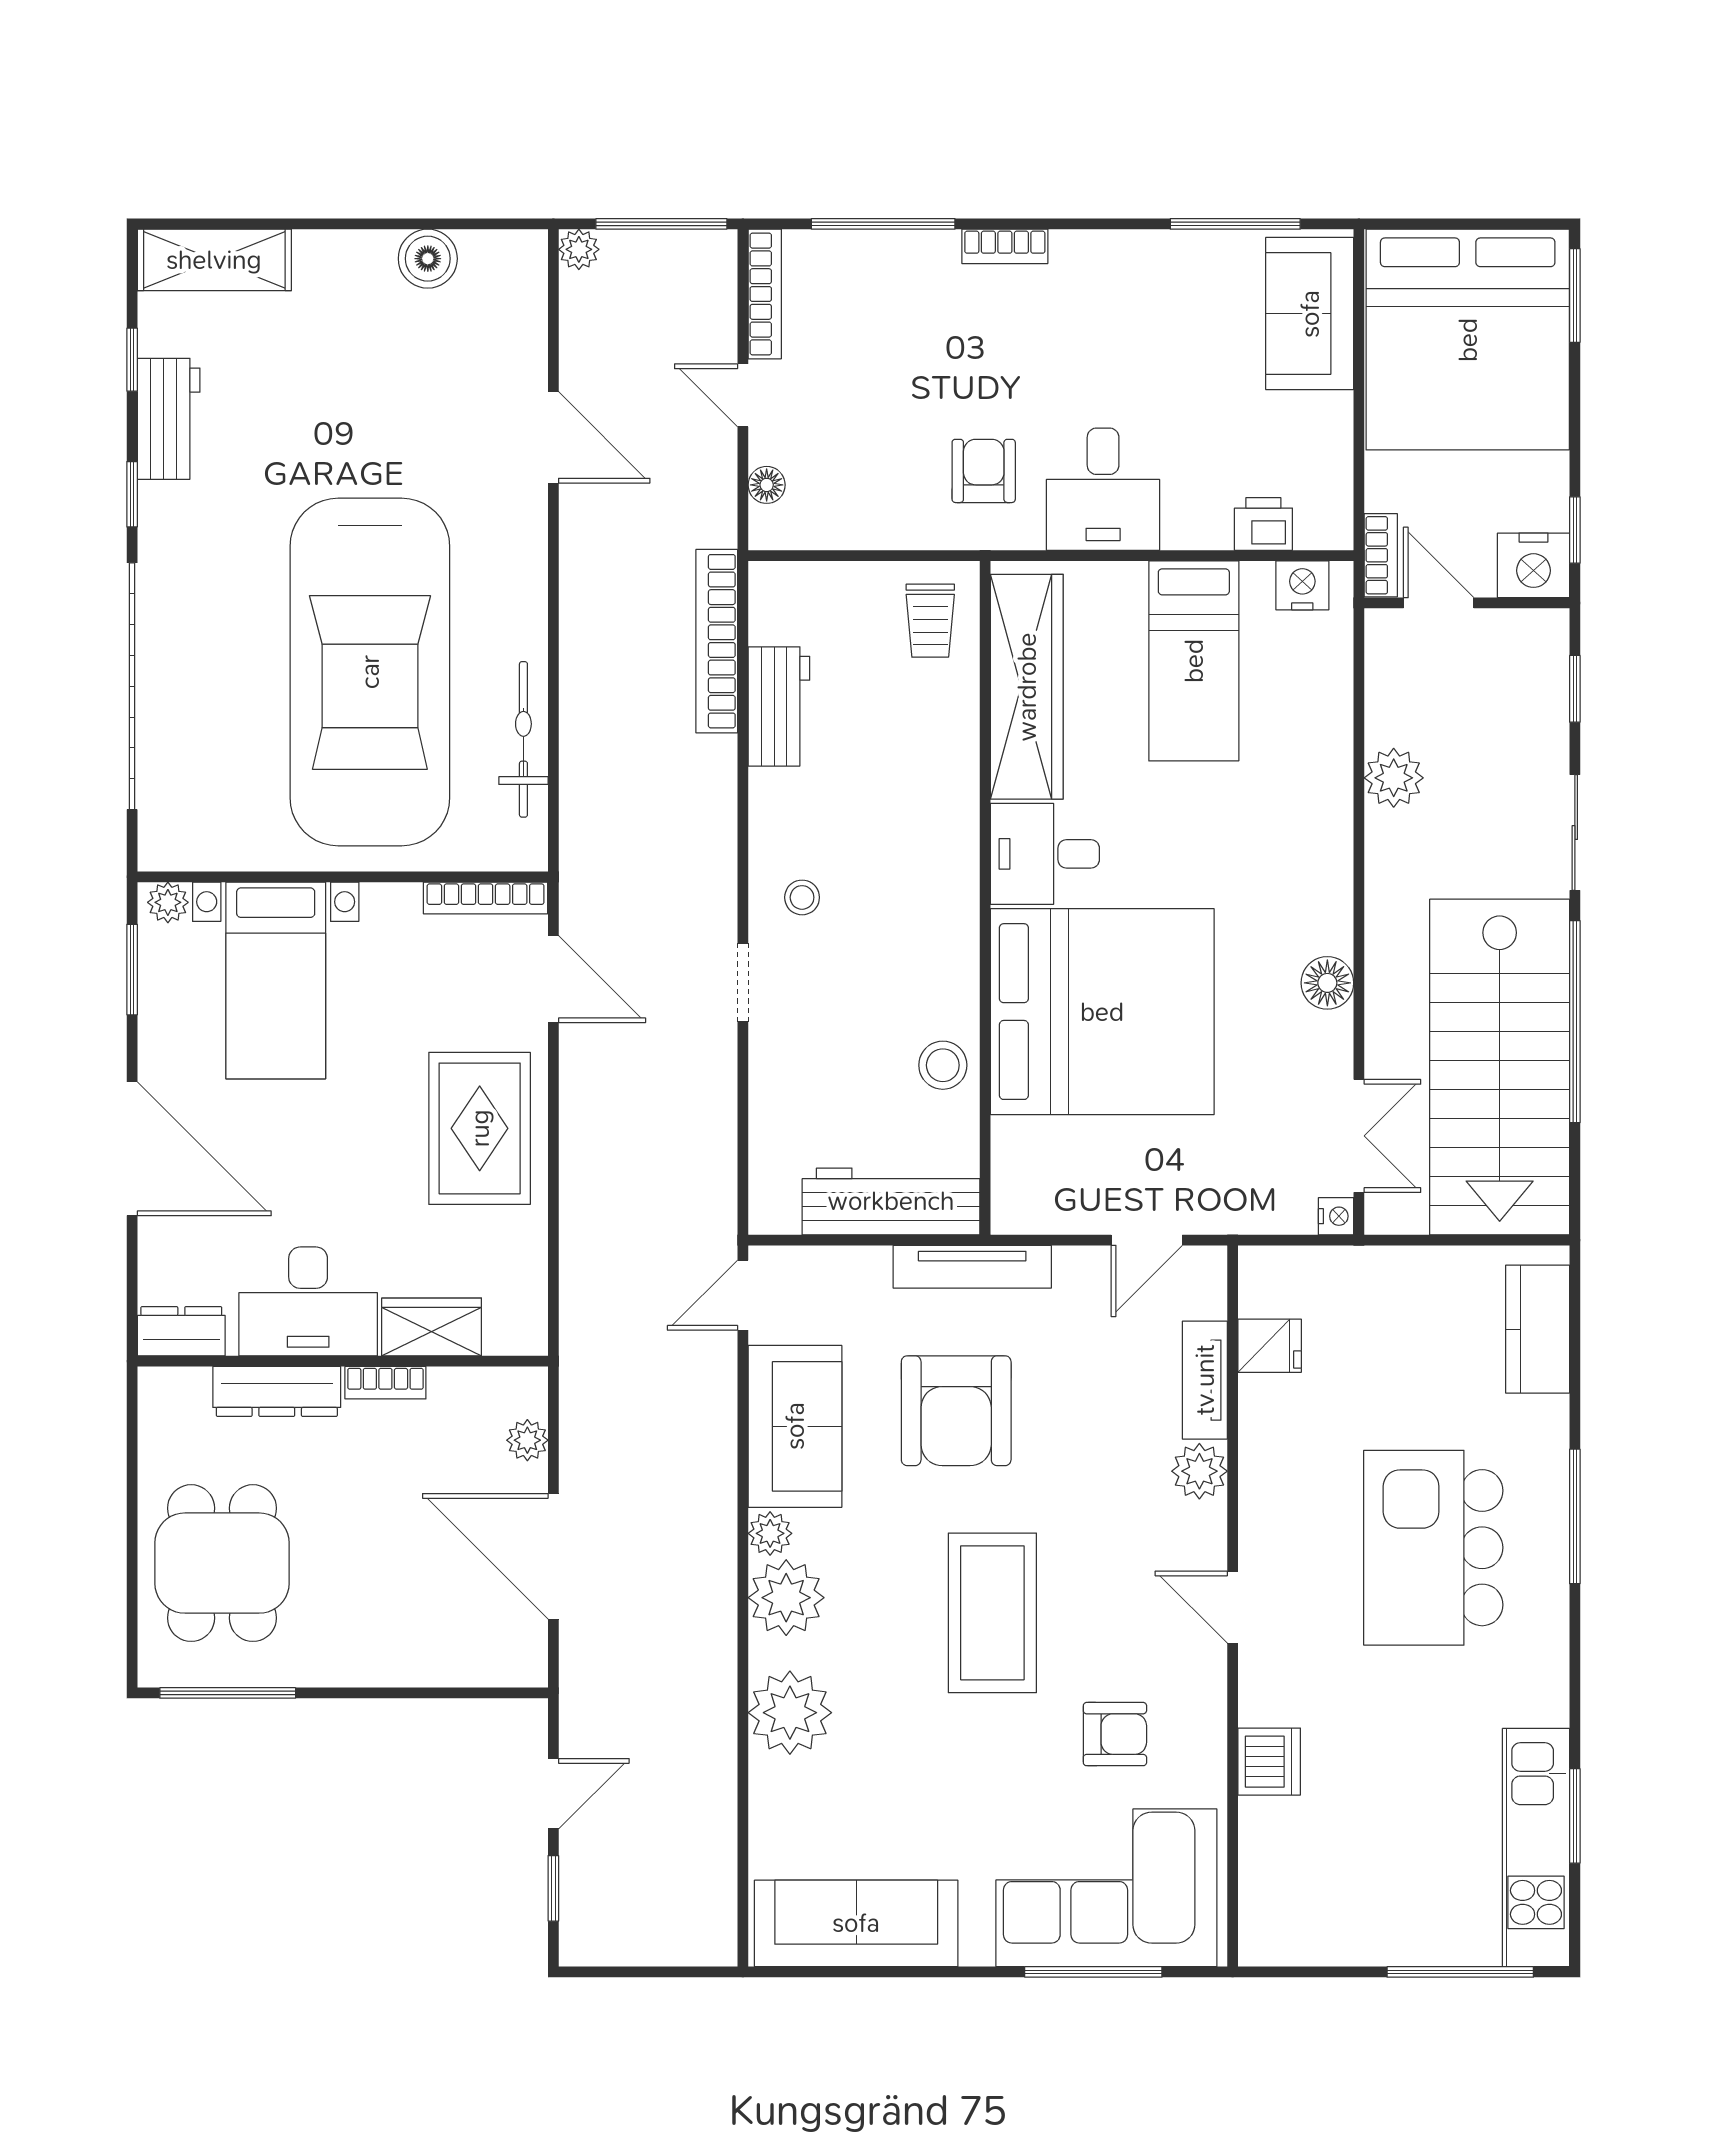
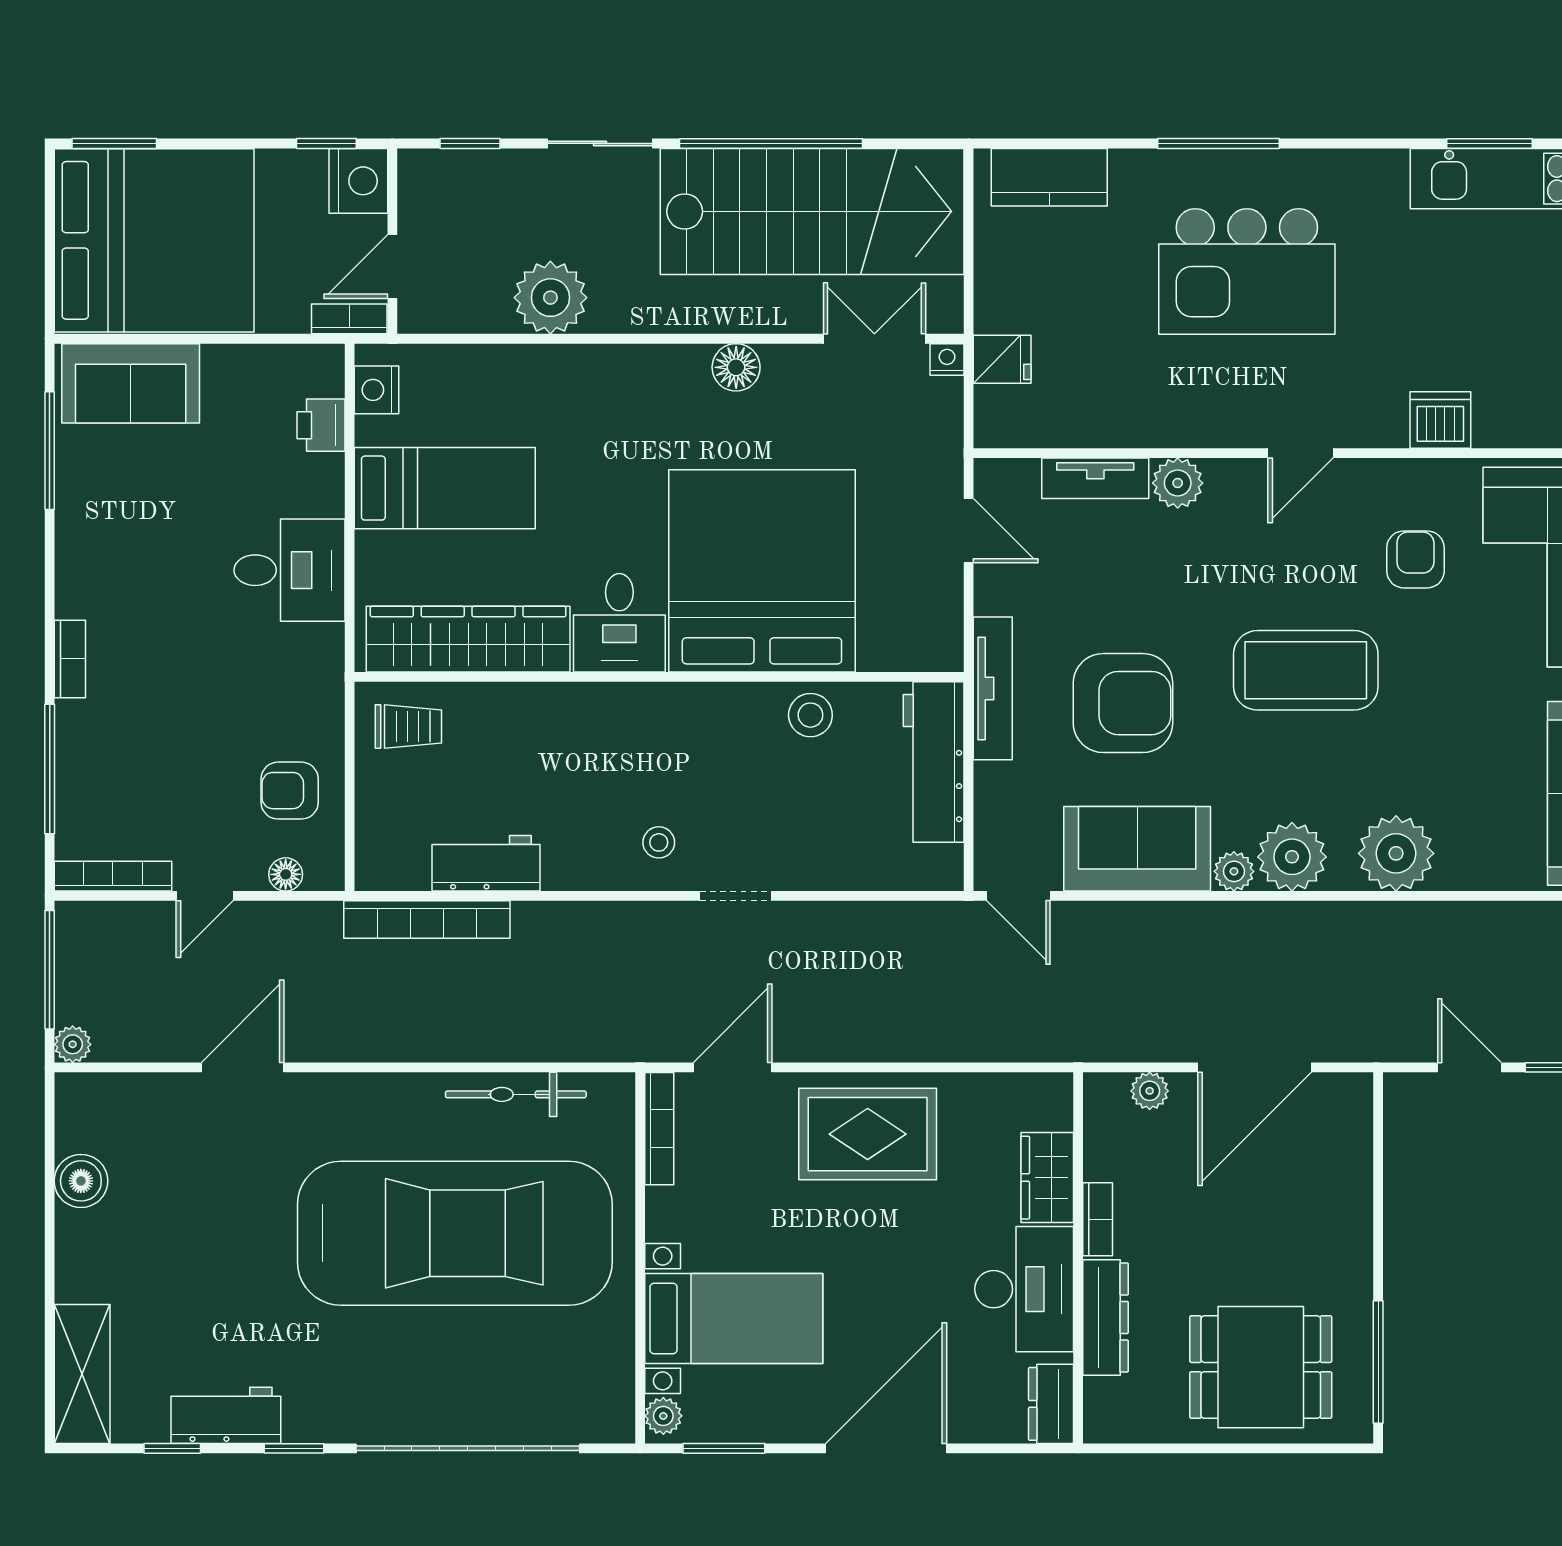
armchair: (984, 471) -> (290, 791), moved
plant: (1394, 778) -> (550, 298), width x1.36, depth x1.36
fridge: (1270, 1346) -> (1002, 359), moved, turned 90

